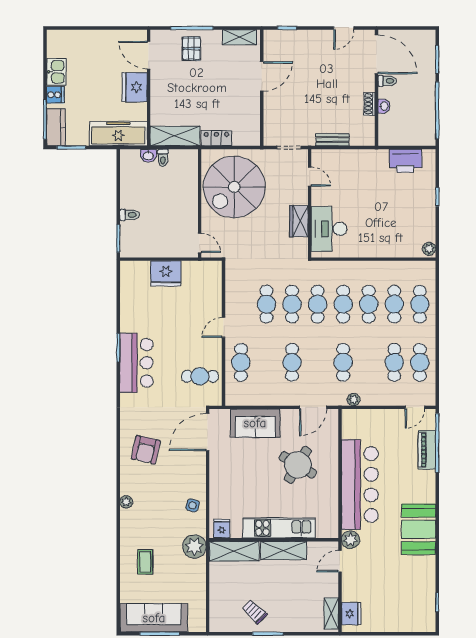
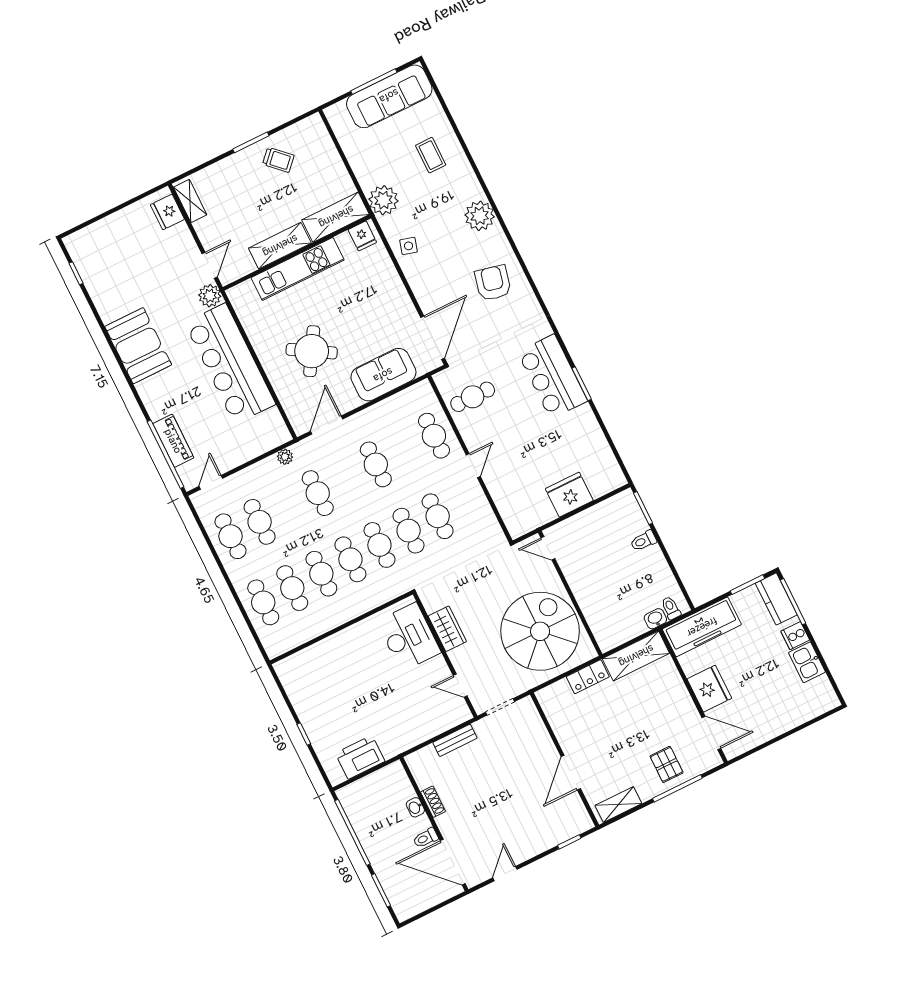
toilet: (163, 158) -> (671, 608), moved
plant: (429, 249) -> (284, 671), removed
plant: (126, 502) -> (480, 216), width x1.87, depth x1.87

